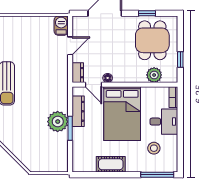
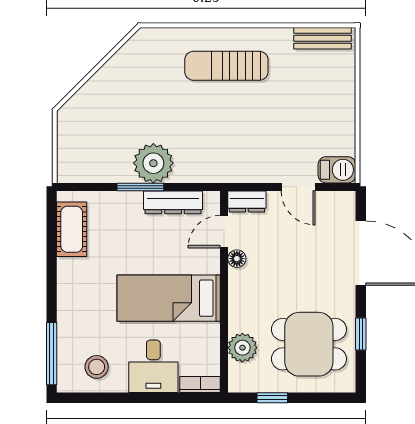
bed: (122, 114) -> (169, 298), width x0.67
stool: (154, 148) -> (97, 367), moved
cot: (111, 164) -> (72, 229), moved

